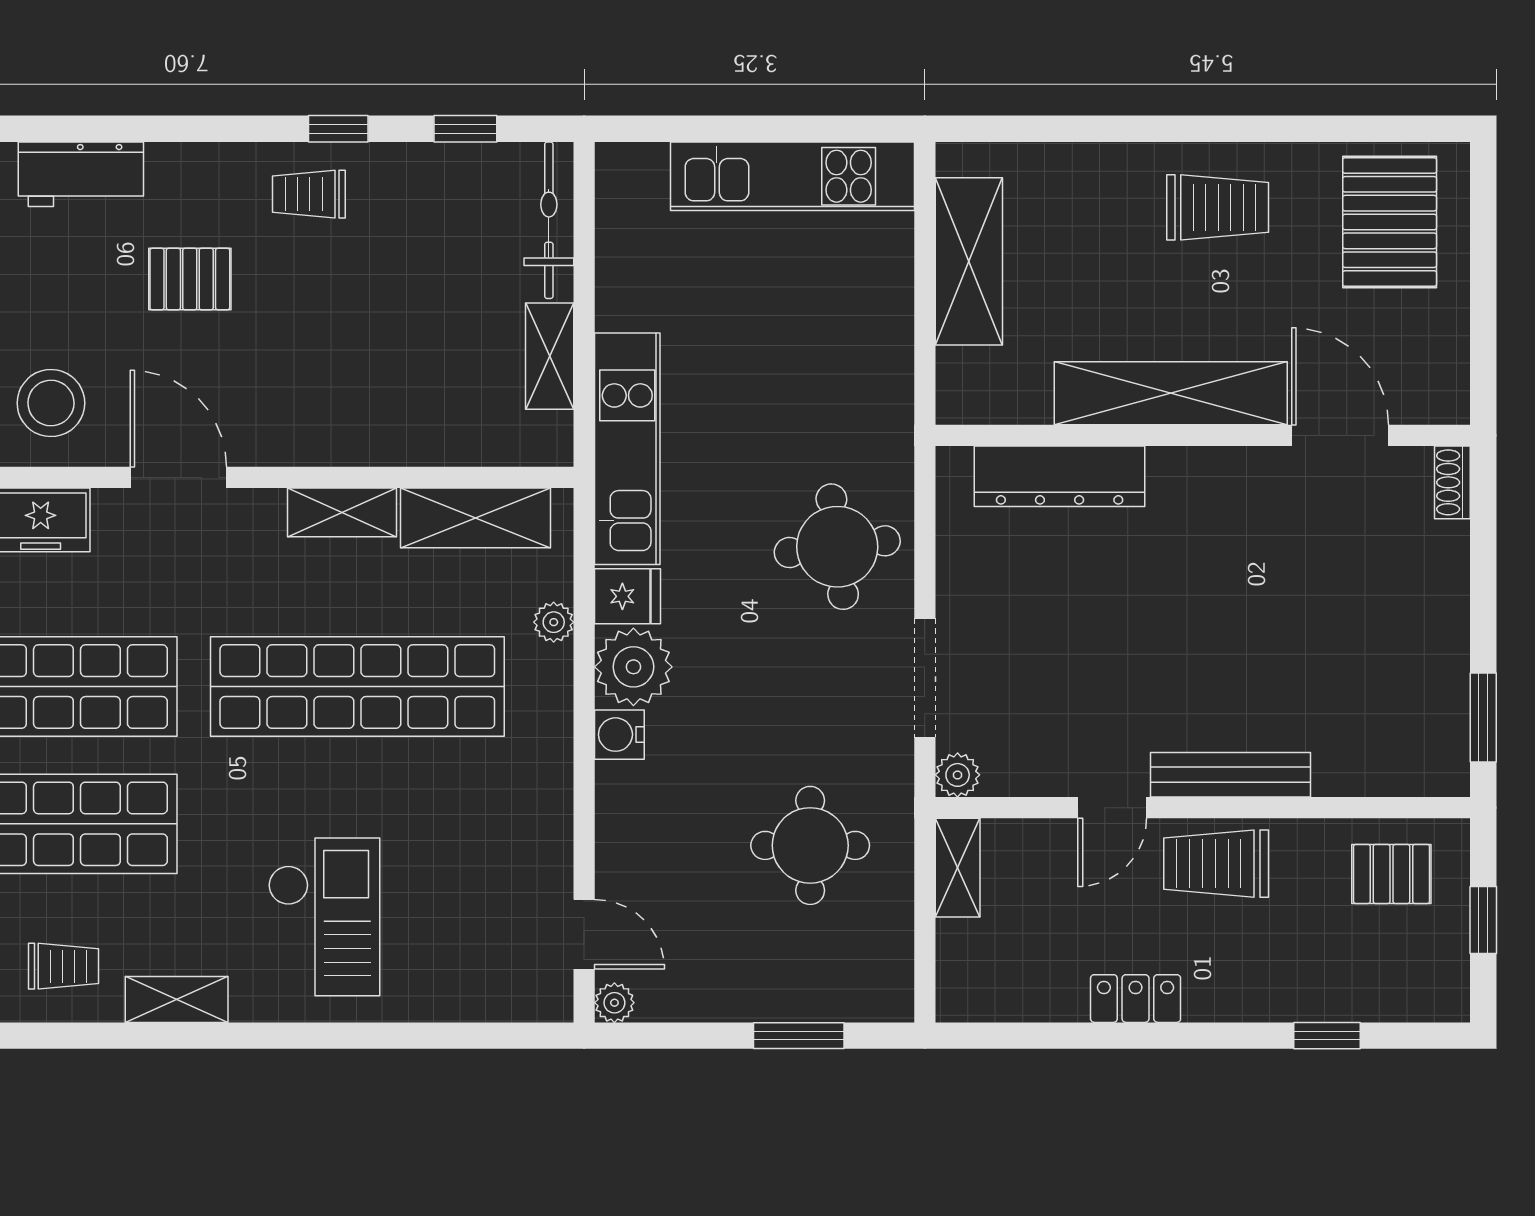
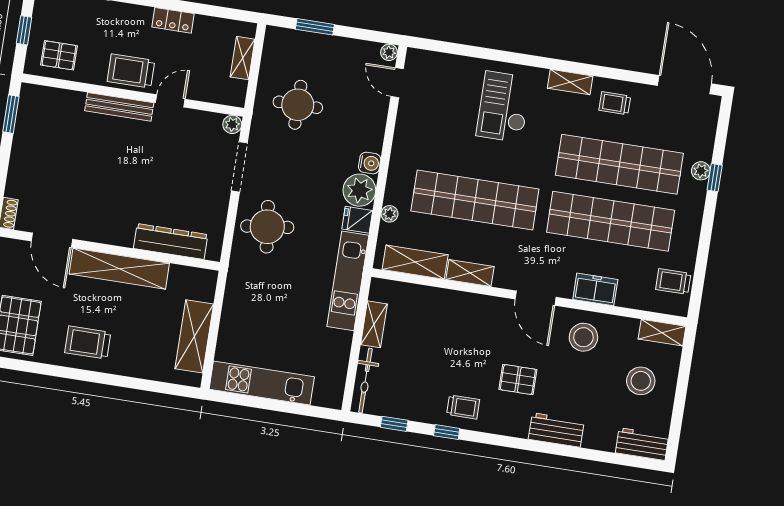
trolley: (1216, 864) -> (131, 71), turned 180
shelving: (958, 868) -> (243, 58), moved

